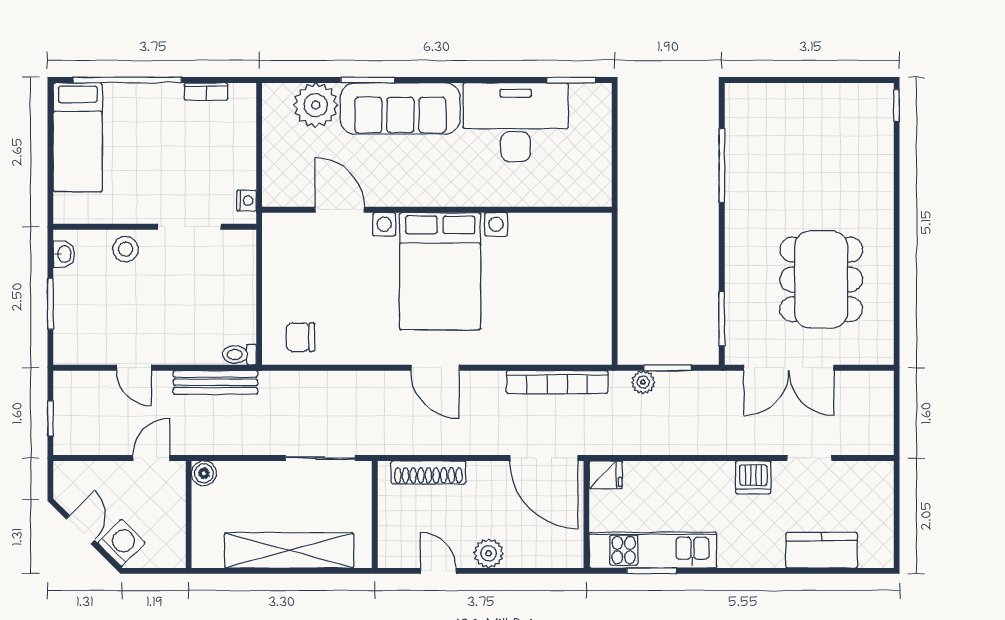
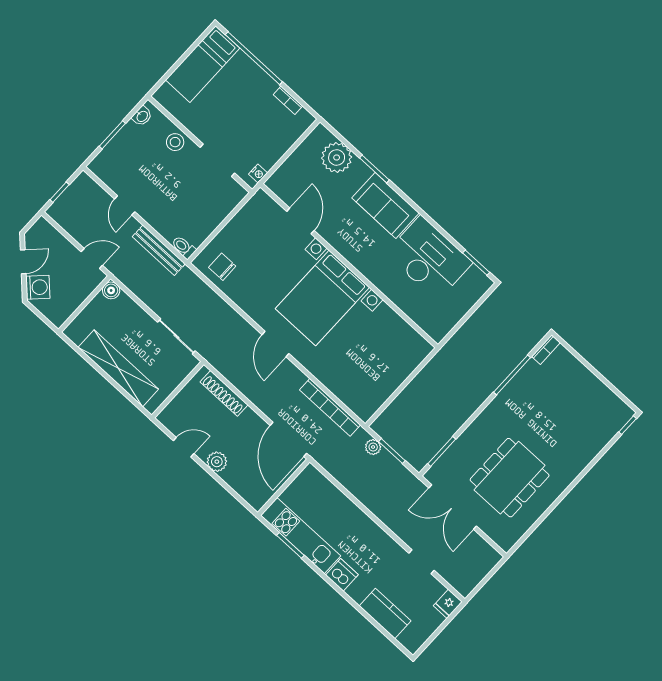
bookcase: (733, 105) -> (546, 350), added
sofa: (400, 108) -> (385, 205), width x0.73
fridge: (606, 475) -> (448, 604), moved, turned 90
dishwasher: (753, 477) -> (342, 575), moved, turned 180
door: (438, 571) -> (184, 447), hinge flipped

